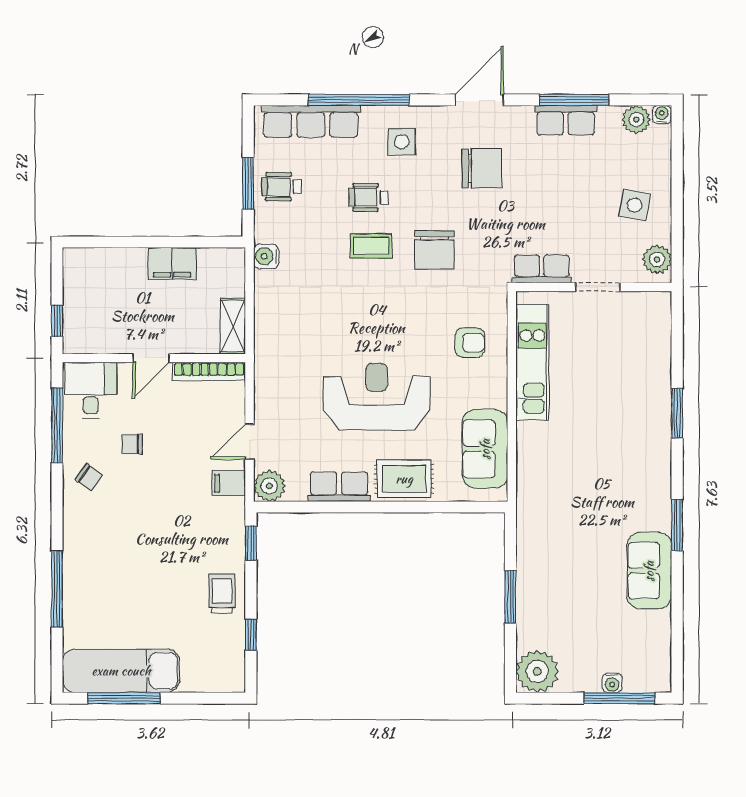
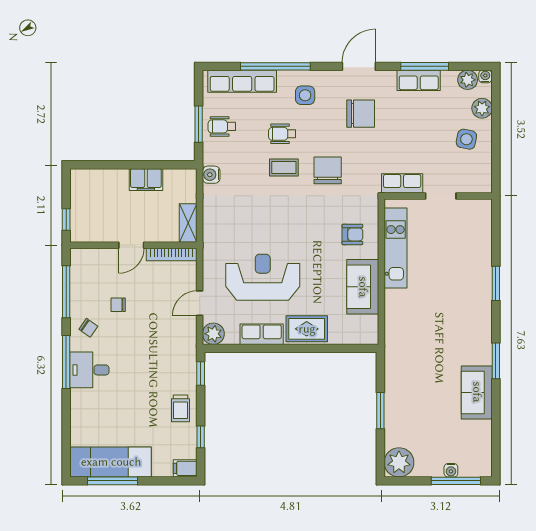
chair: (434, 250) -> (328, 170), turned 180
plant: (657, 259) -> (482, 108), moved
desk: (91, 390) -> (89, 370), moved, turned -90
reception desk: (377, 397) -> (263, 277), moved
sofa: (485, 449) -> (363, 287), moved
filing cabinet: (229, 483) -> (185, 468), moved
window: (57, 589) -> (66, 362), moved
trolley: (222, 594) -> (181, 408), turned 180

